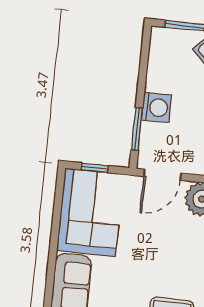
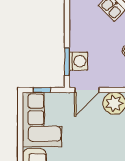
washing machine: (156, 107) -> (78, 61), moved

